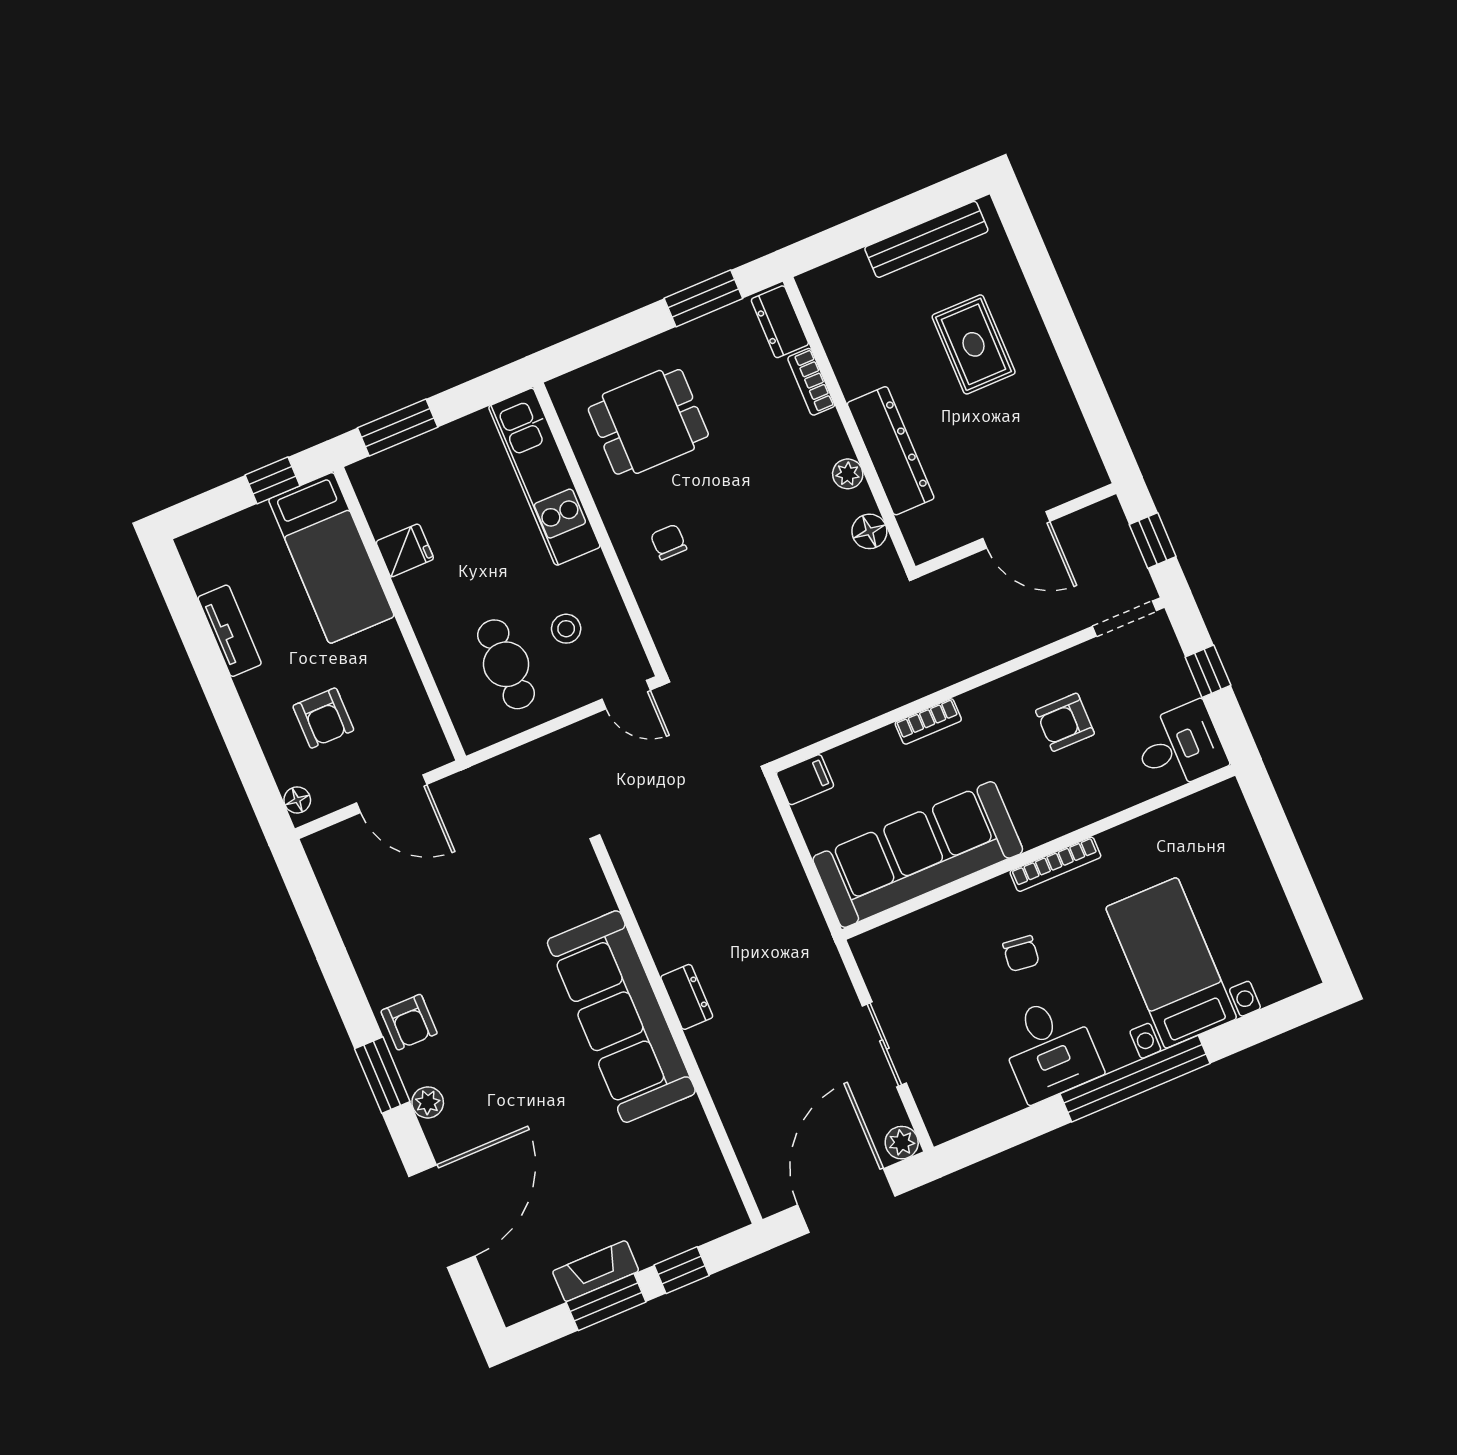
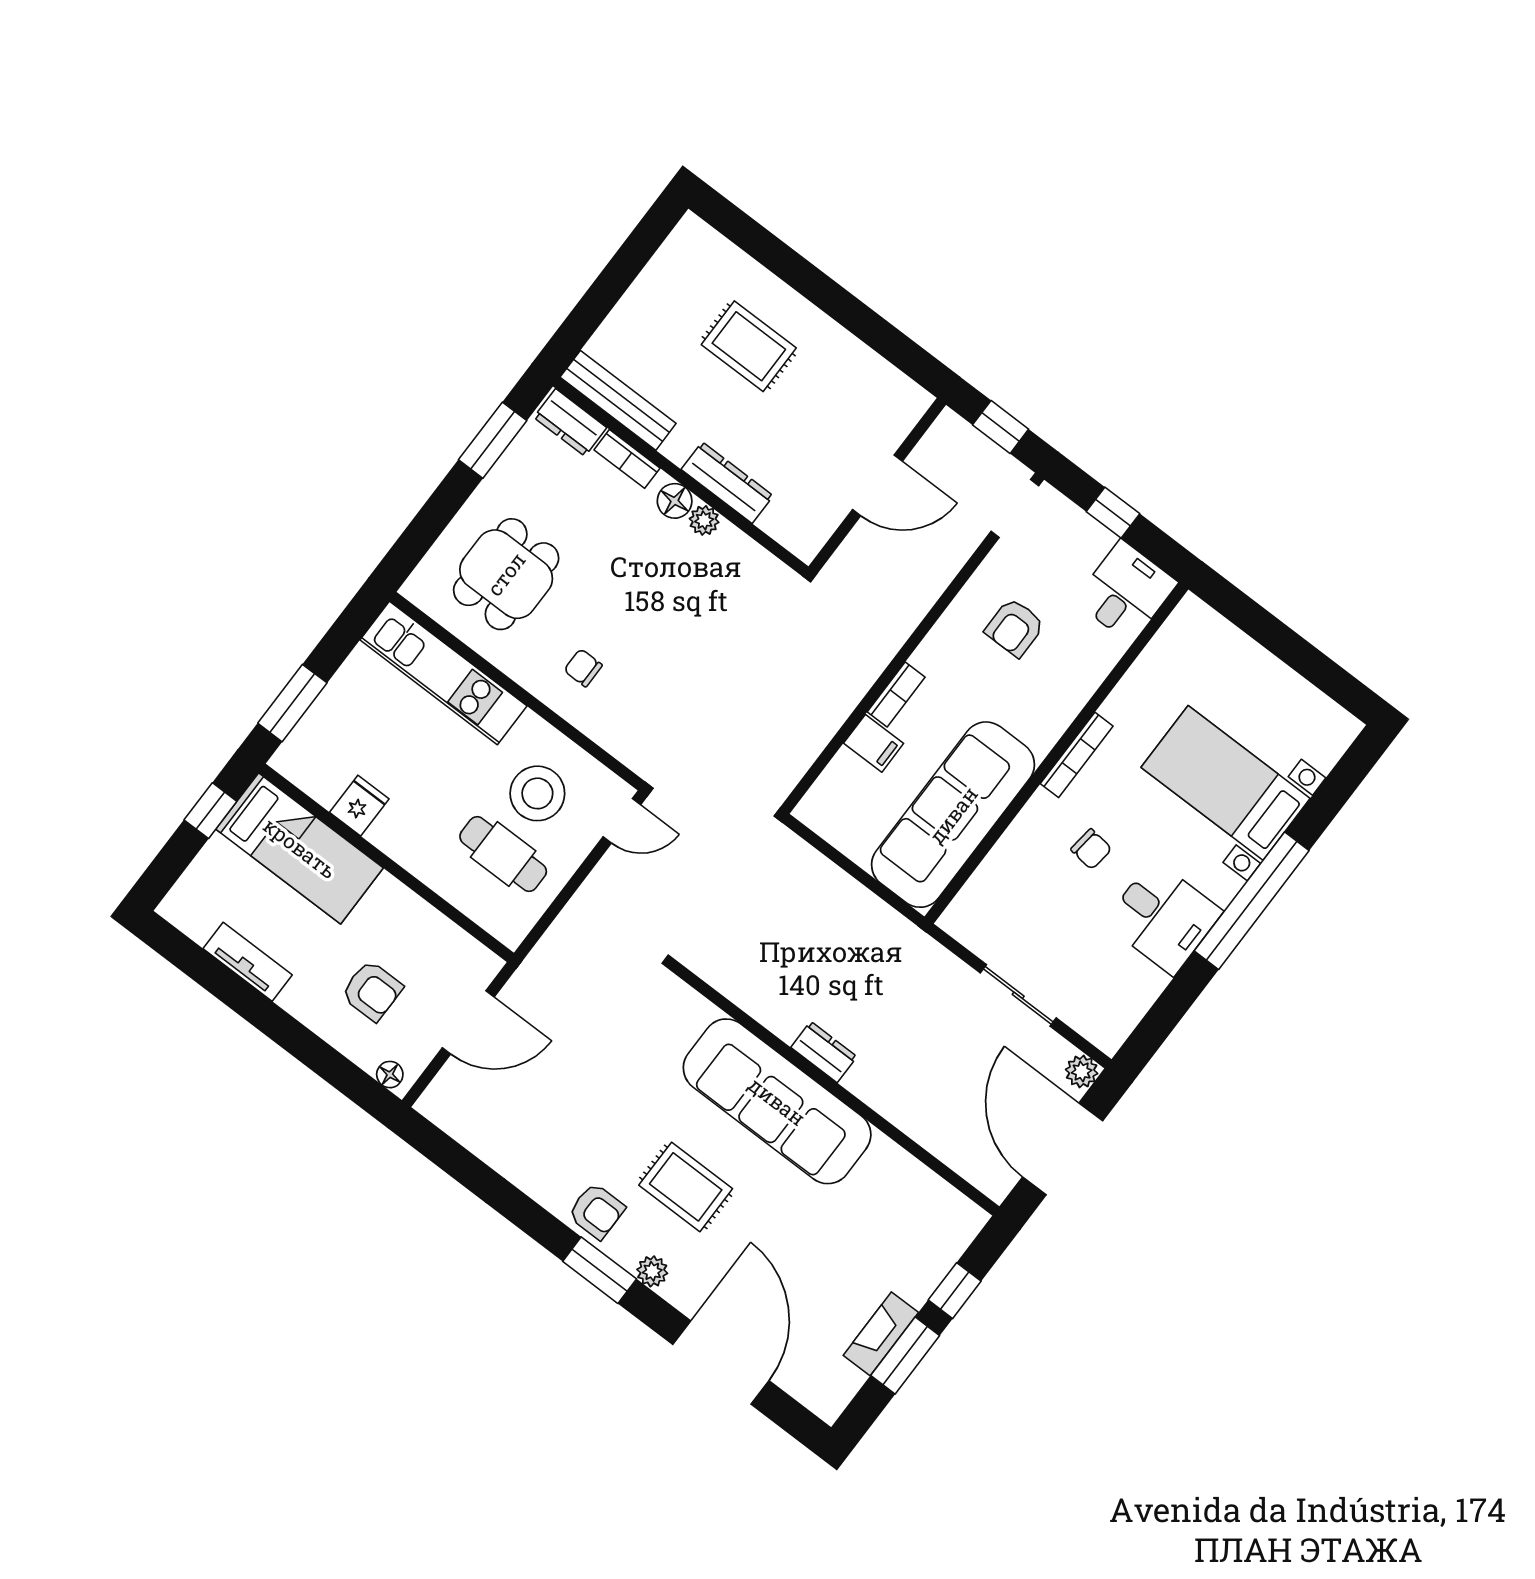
bench: (926, 239) -> (618, 400), moved, turned 90
dresser: (891, 451) -> (727, 483), width x0.73, depth x0.80
floor lamp: (869, 531) -> (675, 501), moved
stool: (566, 629) -> (537, 793), width x1.89, depth x1.89
filing cabinet: (805, 780) -> (874, 743), moved, turned 90
rug: (499, 1046) -> (686, 1187), added

